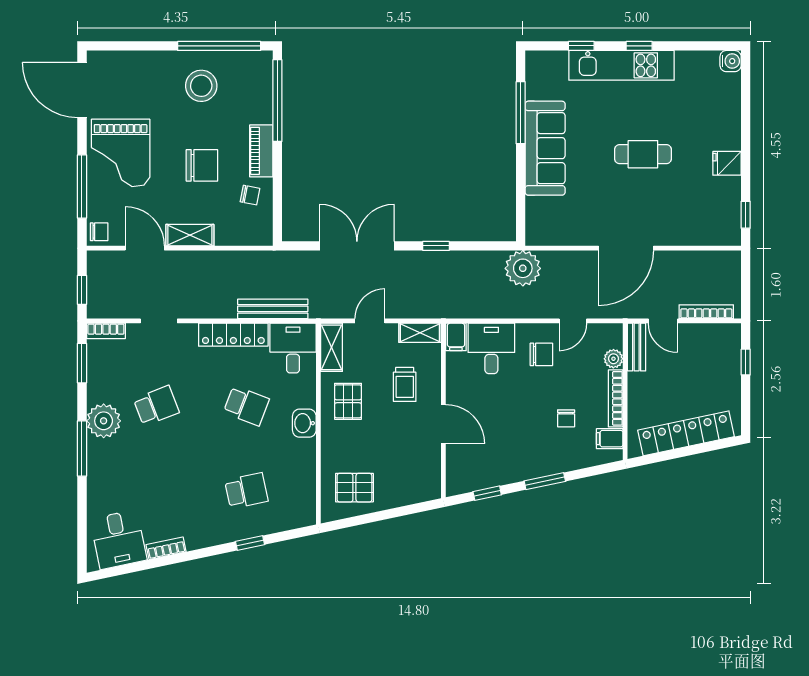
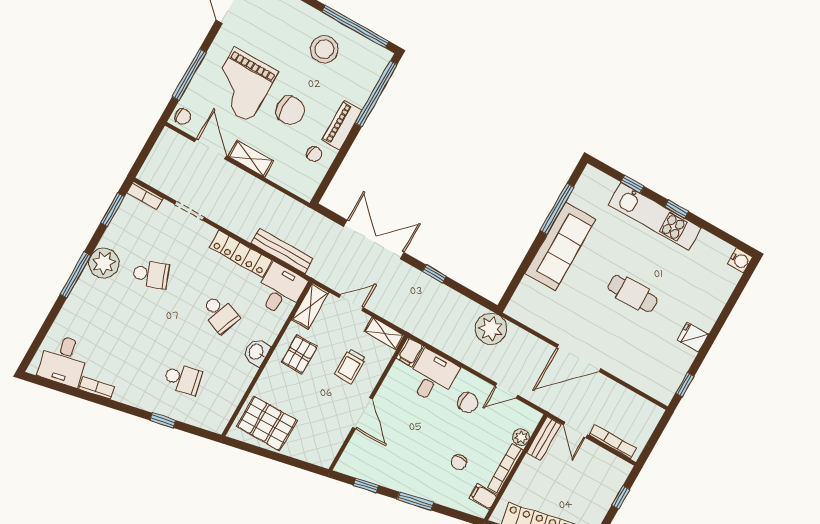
grand piano: (121, 153) -> (242, 85), moved
window: (82, 290) -> (144, 154), removed
pallet: (354, 488) -> (267, 423), width x1.50, depth x1.42

